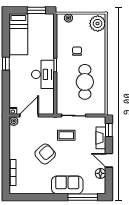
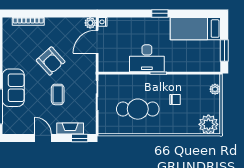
door: (29, 116) -> (97, 42), swing flipped
coffee table: (66, 135) -> (58, 94), moved
door: (109, 160) -> (43, 138), hinge flipped
floor lamp: (100, 173) -> (27, 128), removed

